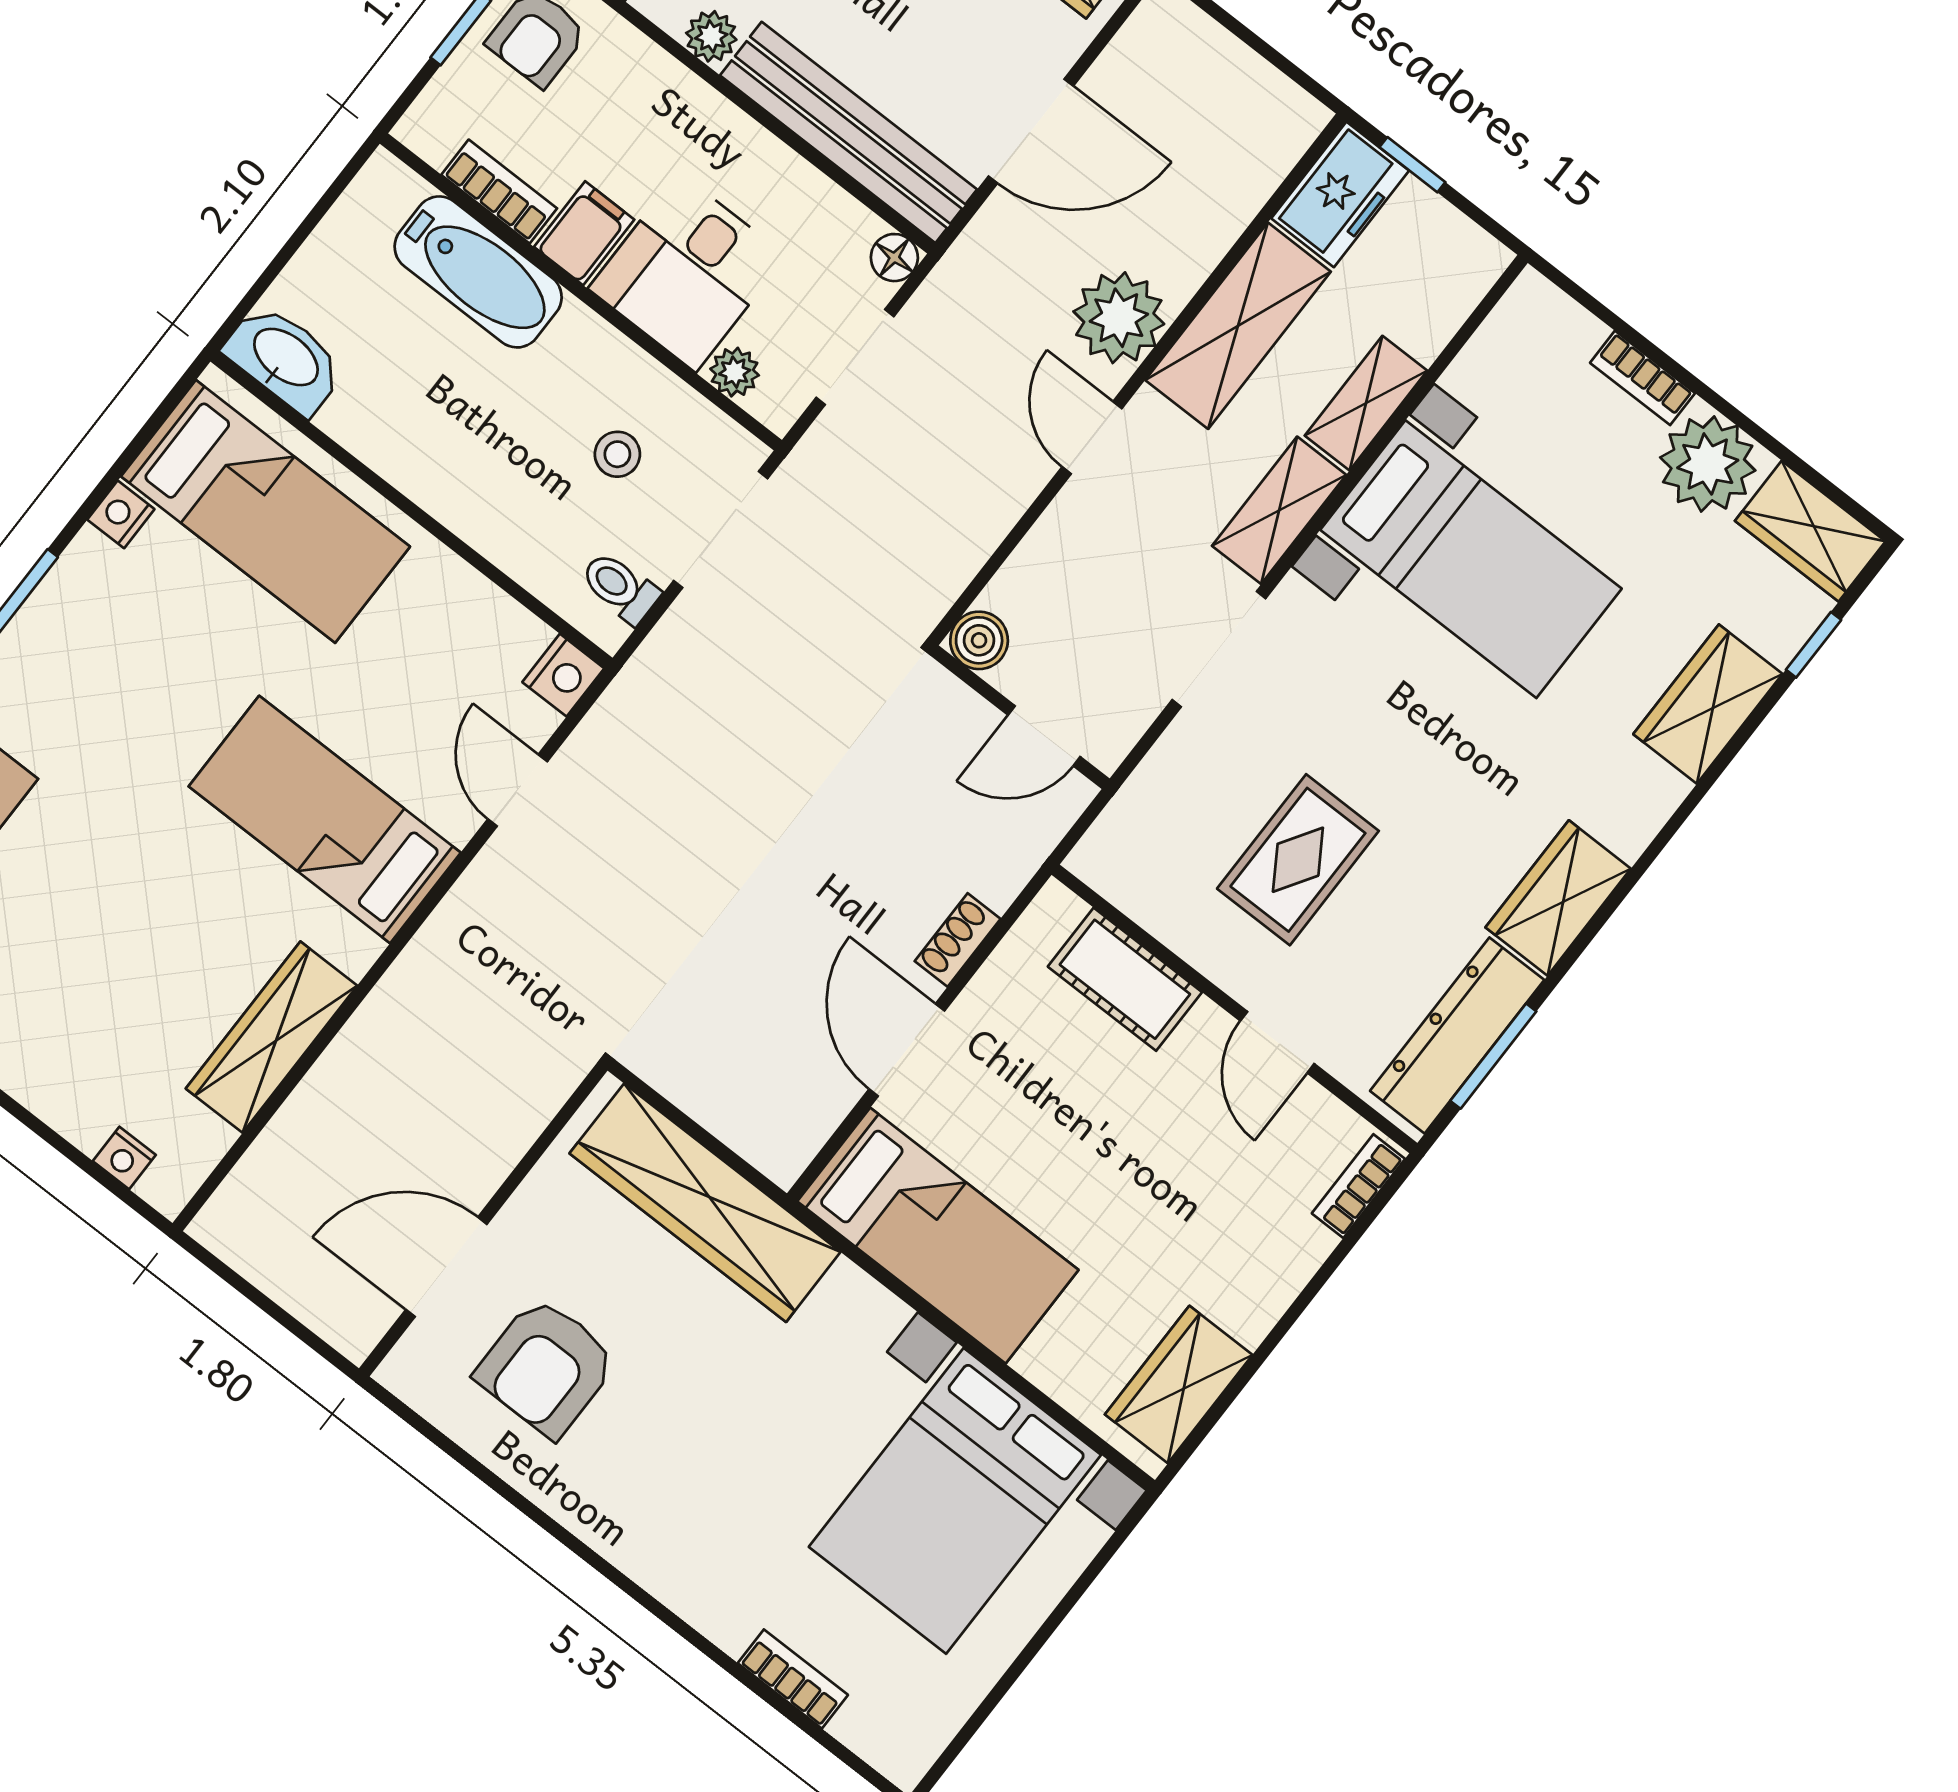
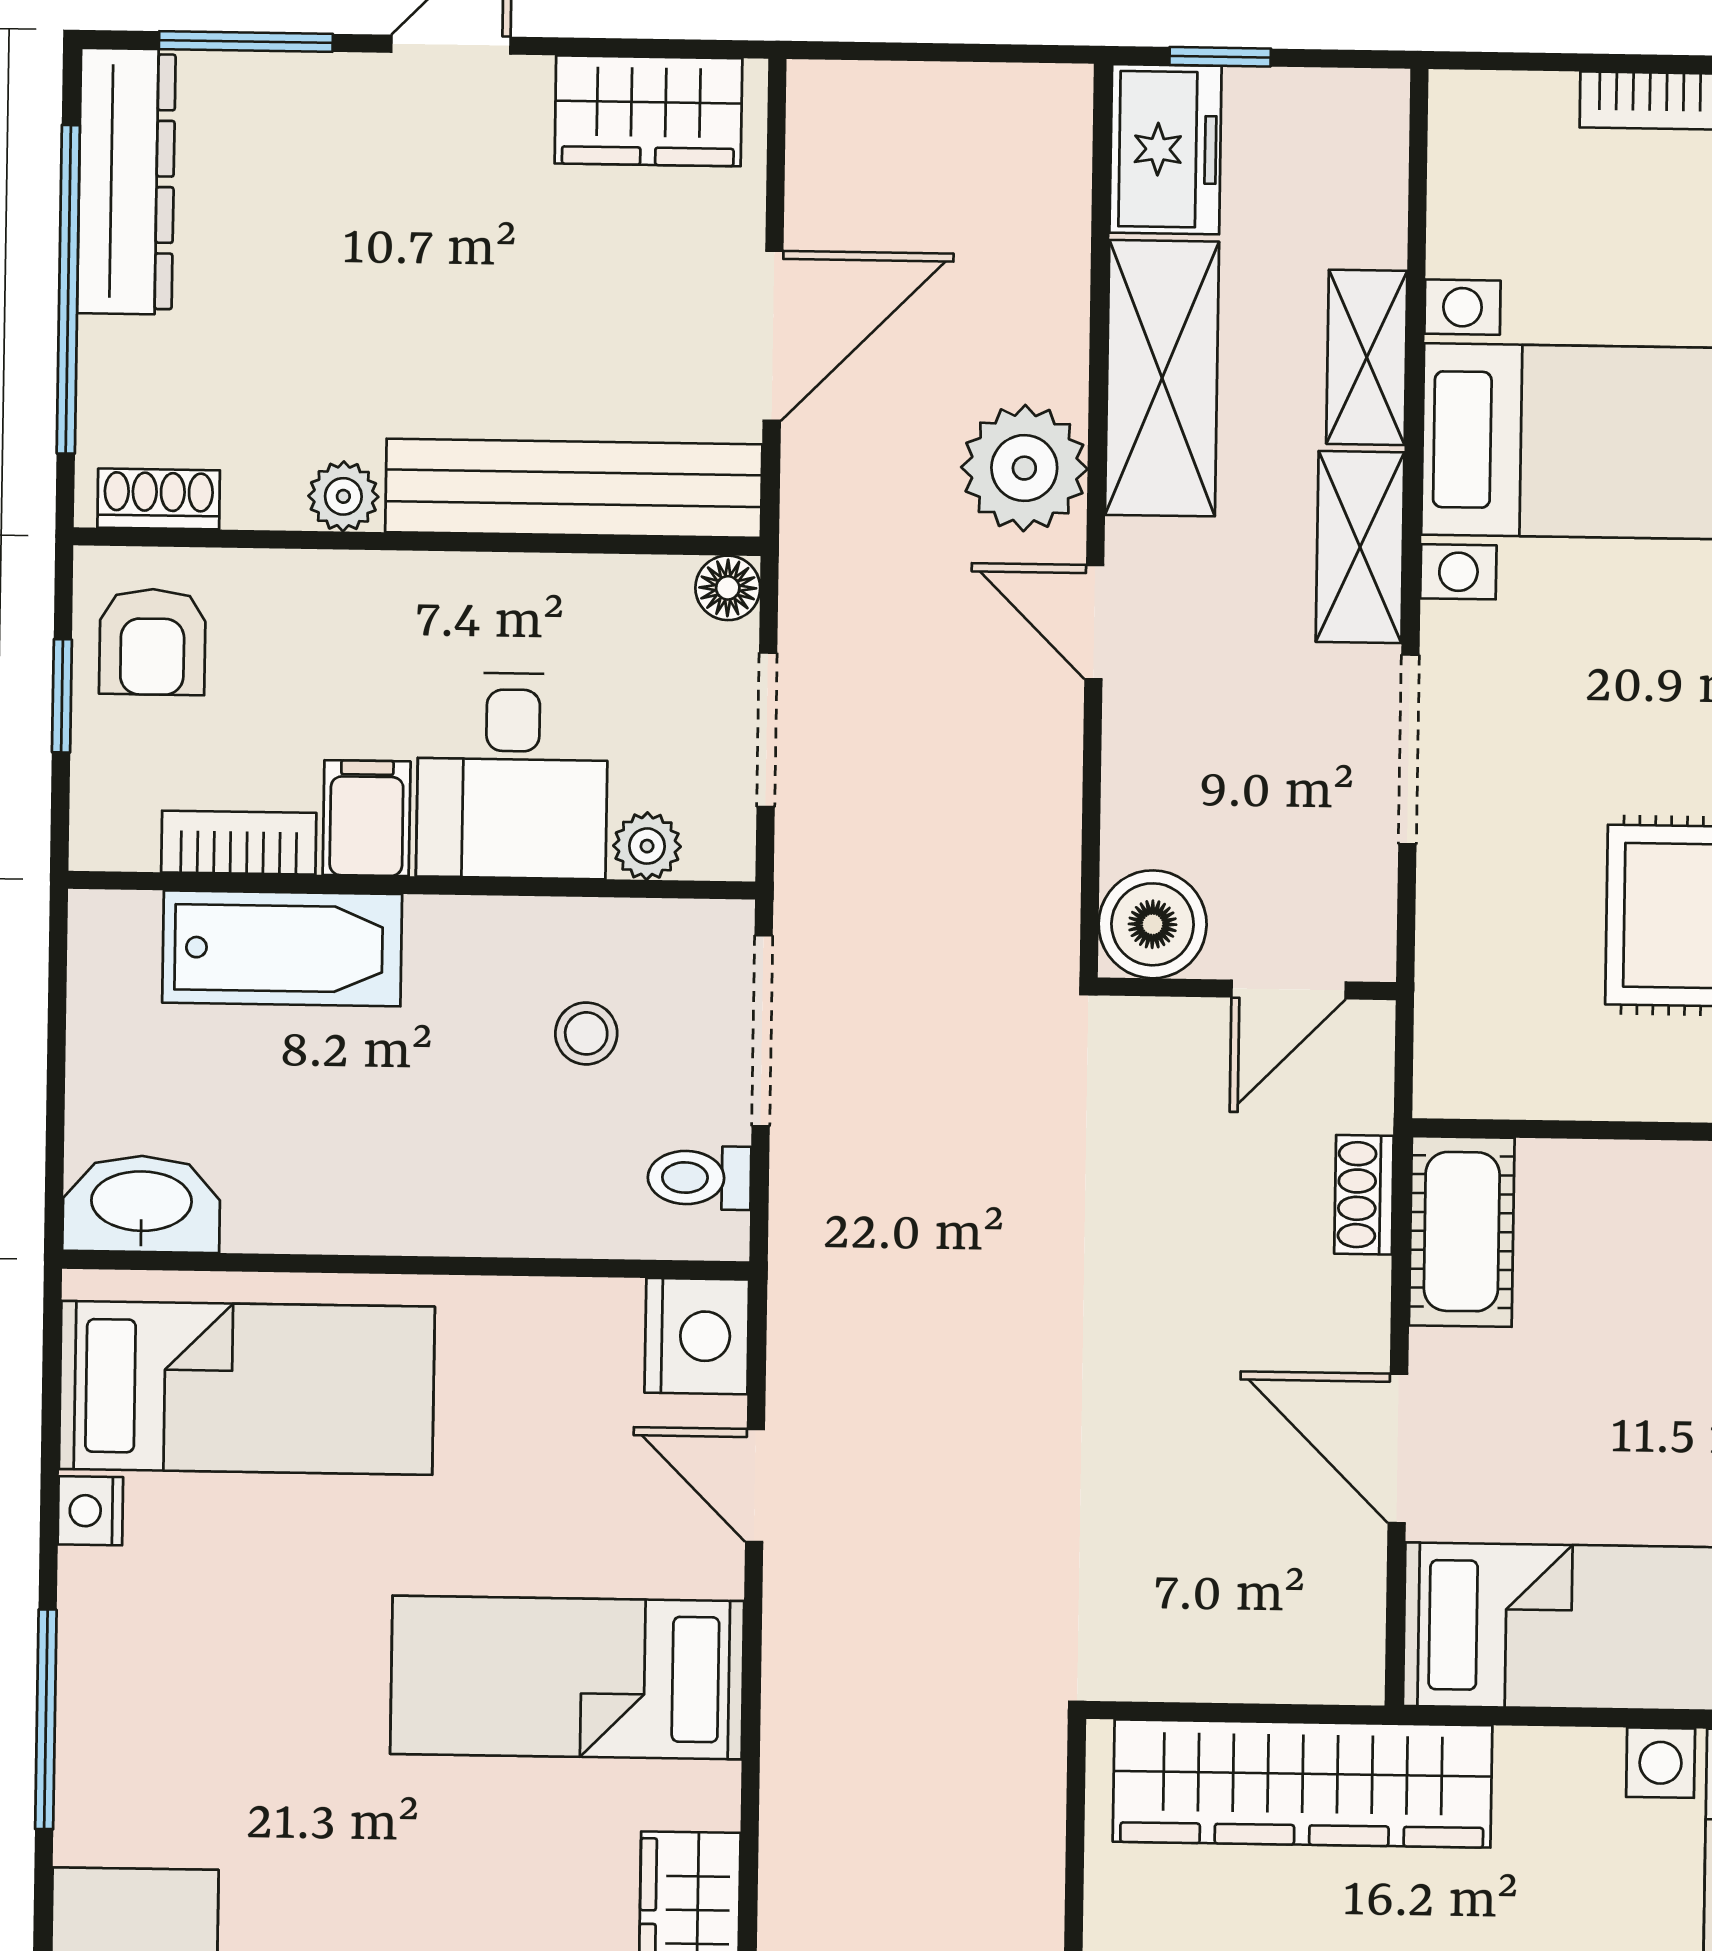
boiler: (979, 640) -> (1153, 924), width x1.36, depth x1.36
nightstand: (563, 675) -> (697, 1336), width x1.36, depth x1.33
shoe rack: (958, 940) -> (1364, 1195), moved
cot: (1125, 979) -> (1462, 1232), moved, turned 90

